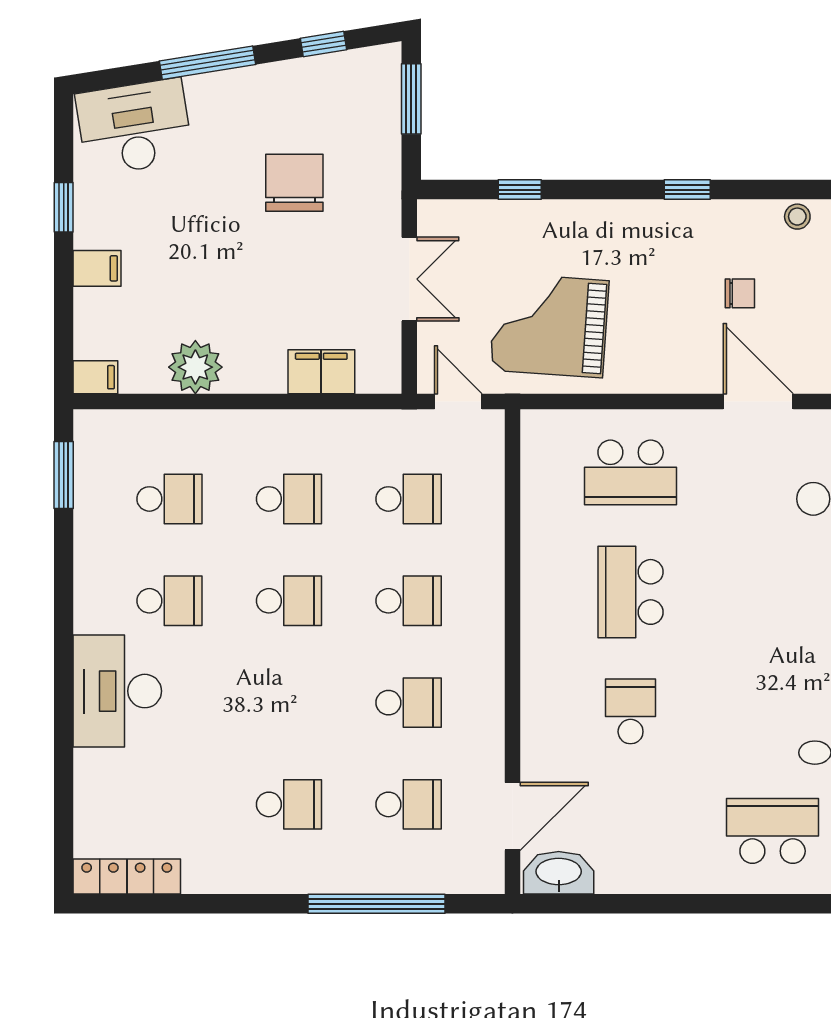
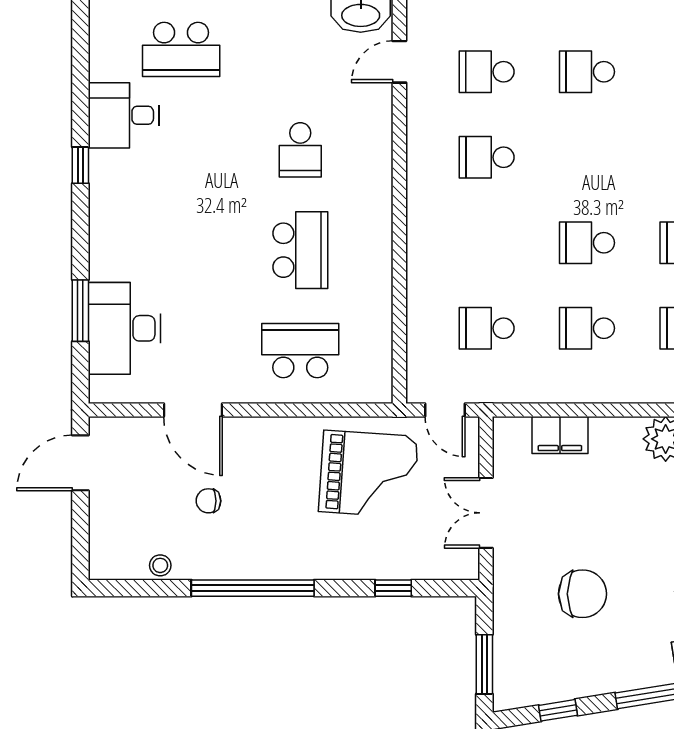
chair: (294, 183) -> (582, 594), turned -90
window: (687, 190) -> (253, 588), width x3.17
school desk: (409, 601) -> (487, 243), removed
door: (512, 816) -> (399, 62), width x0.73

